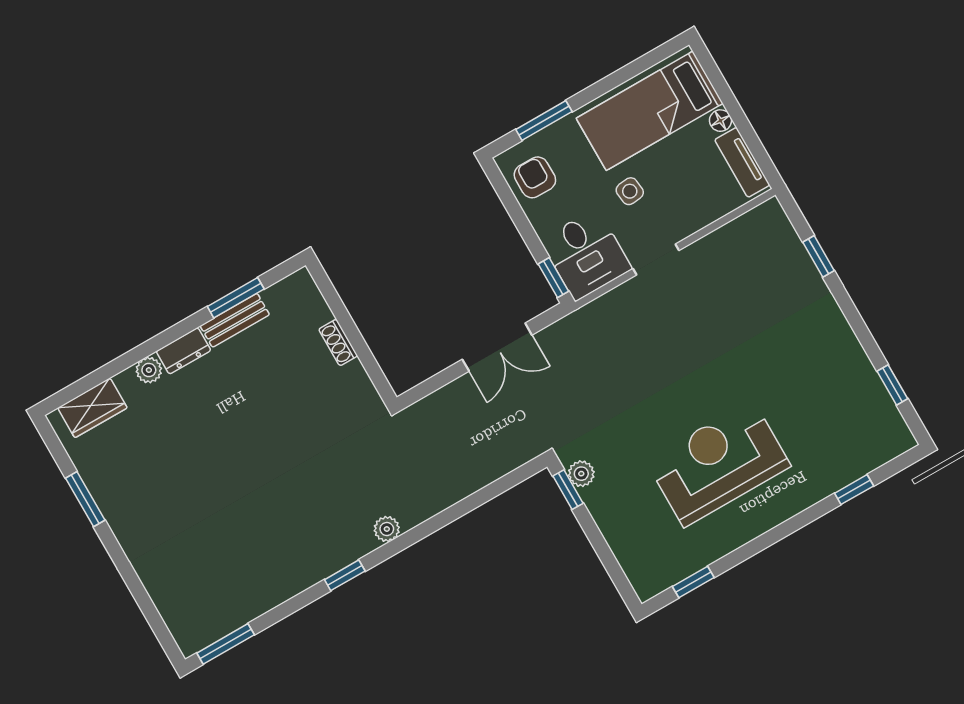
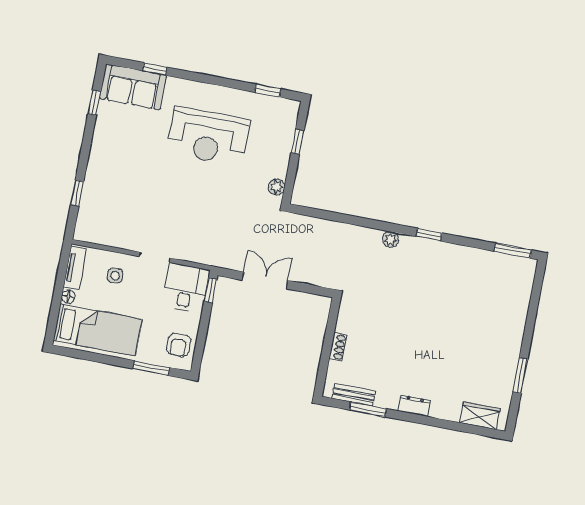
side table: (630, 191) -> (115, 276), moved
bench: (235, 320) -> (354, 395), moved
plant: (149, 370) -> (438, 410), removed
sofa: (862, 444) -> (133, 87), added
window: (568, 490) -> (297, 142), moved

